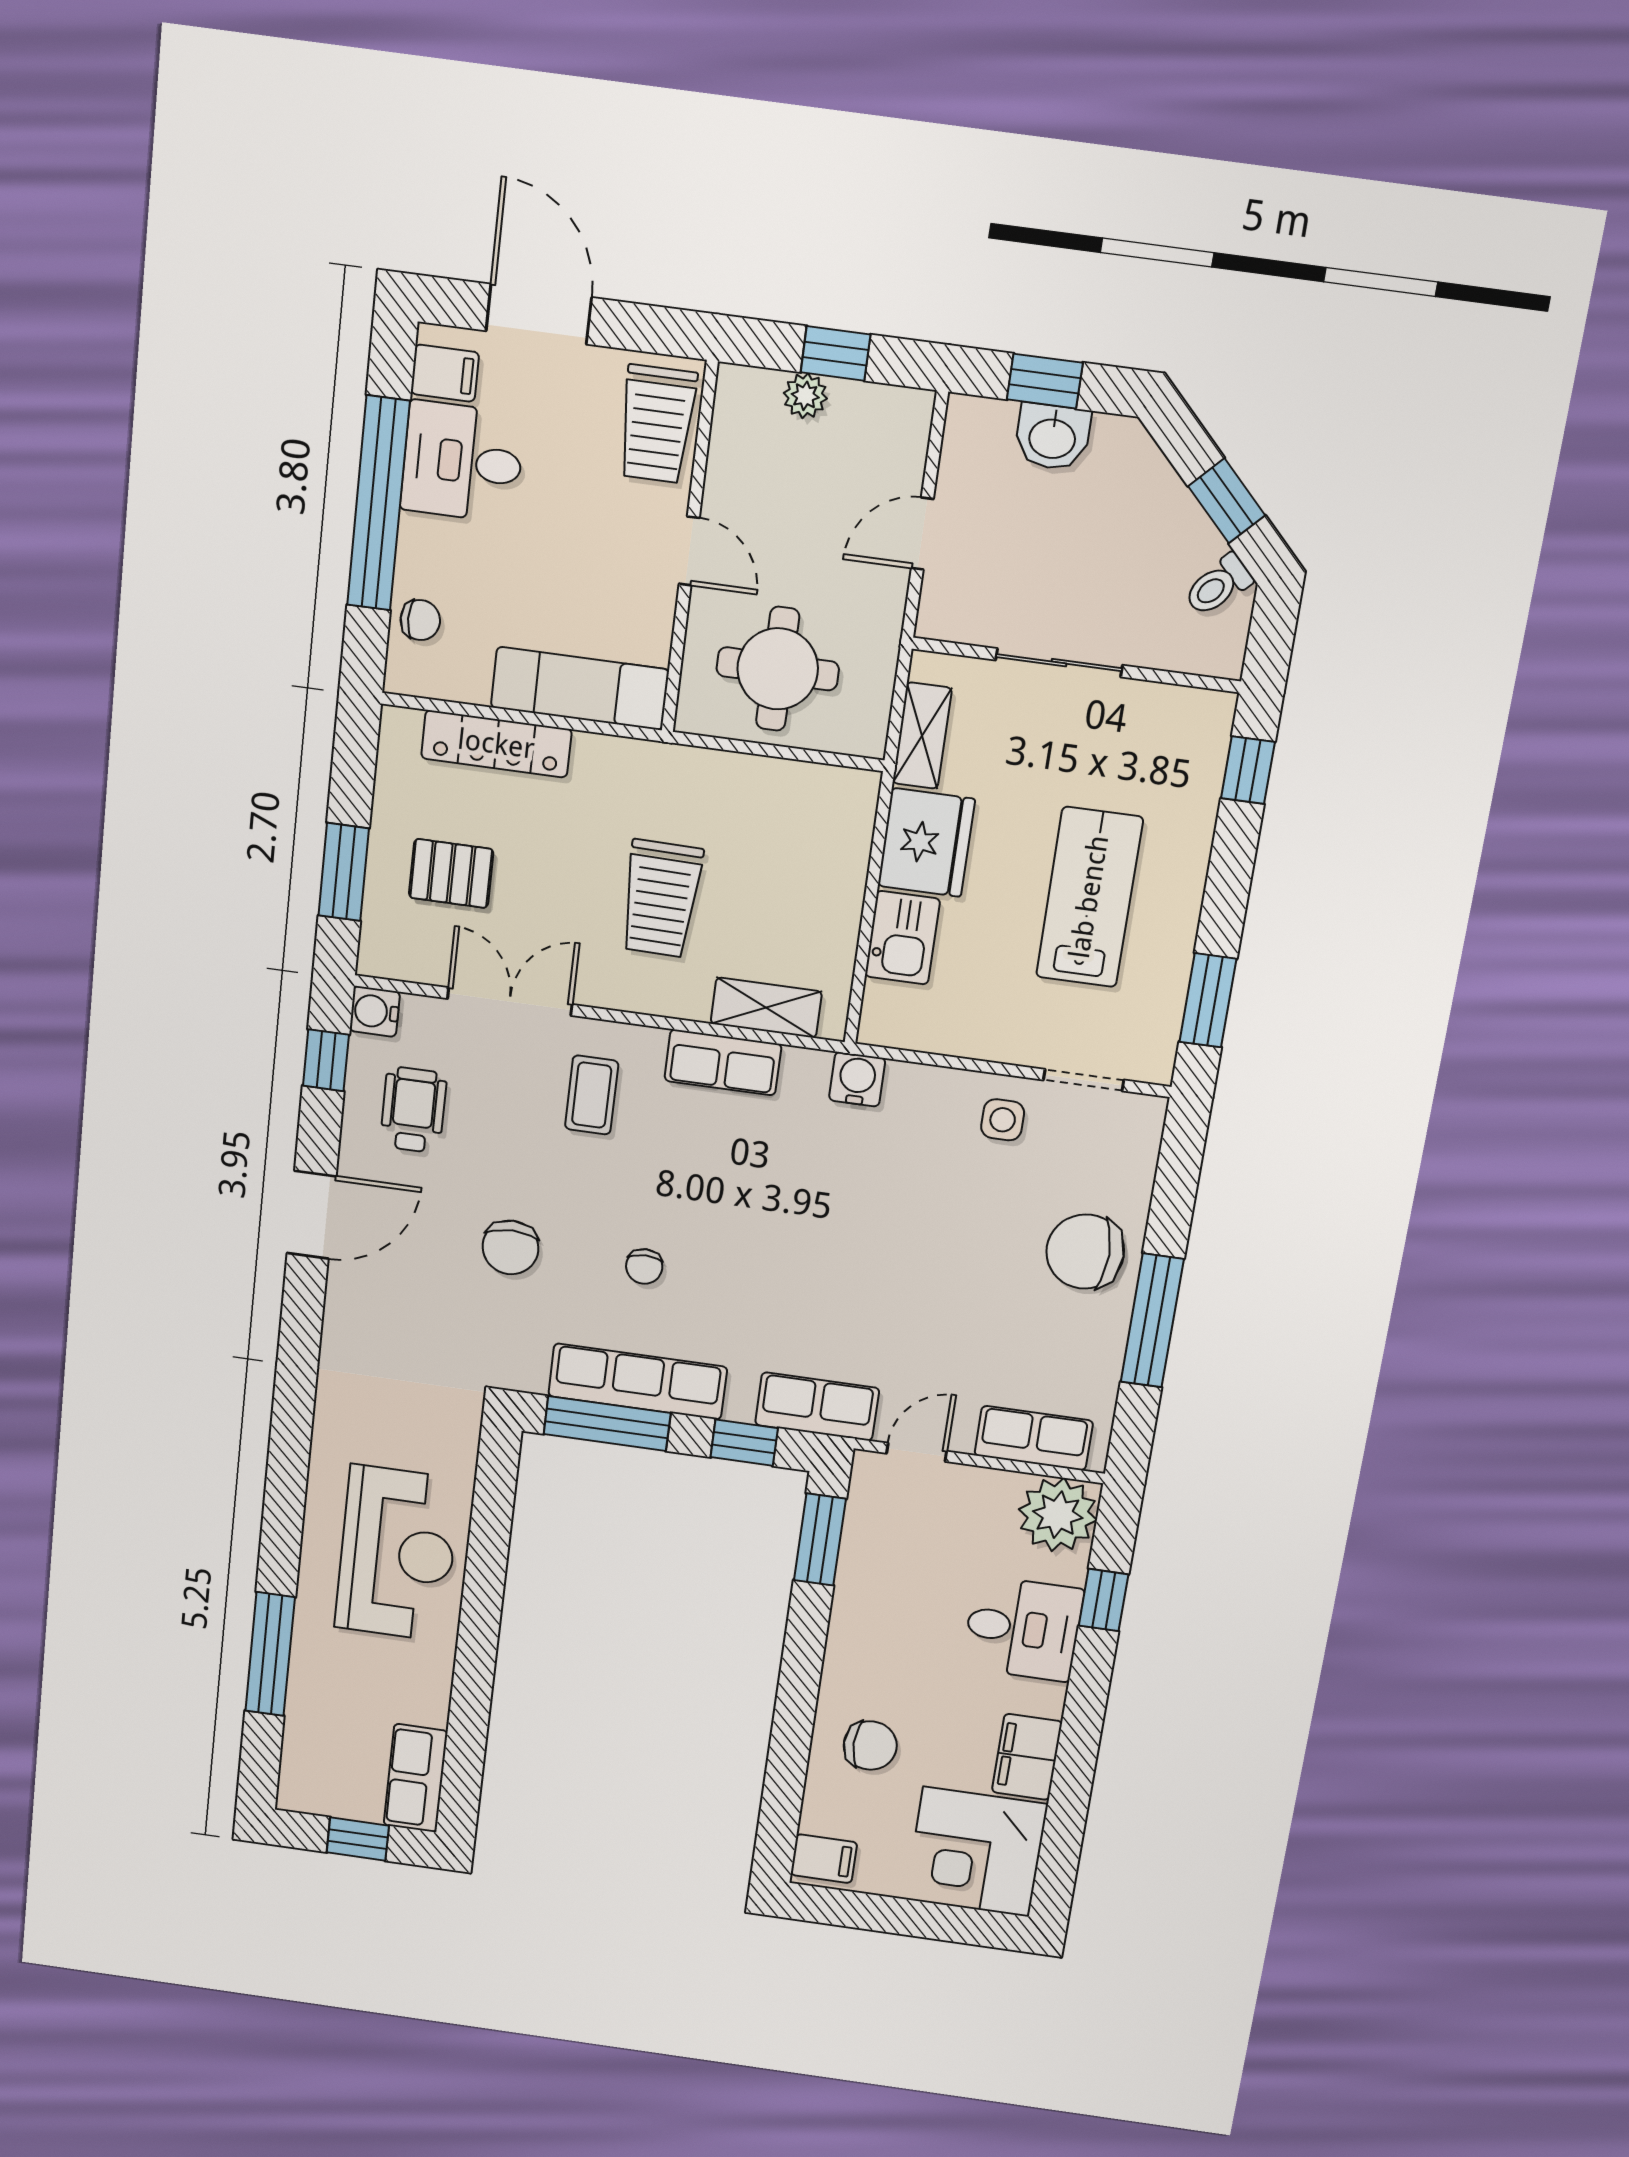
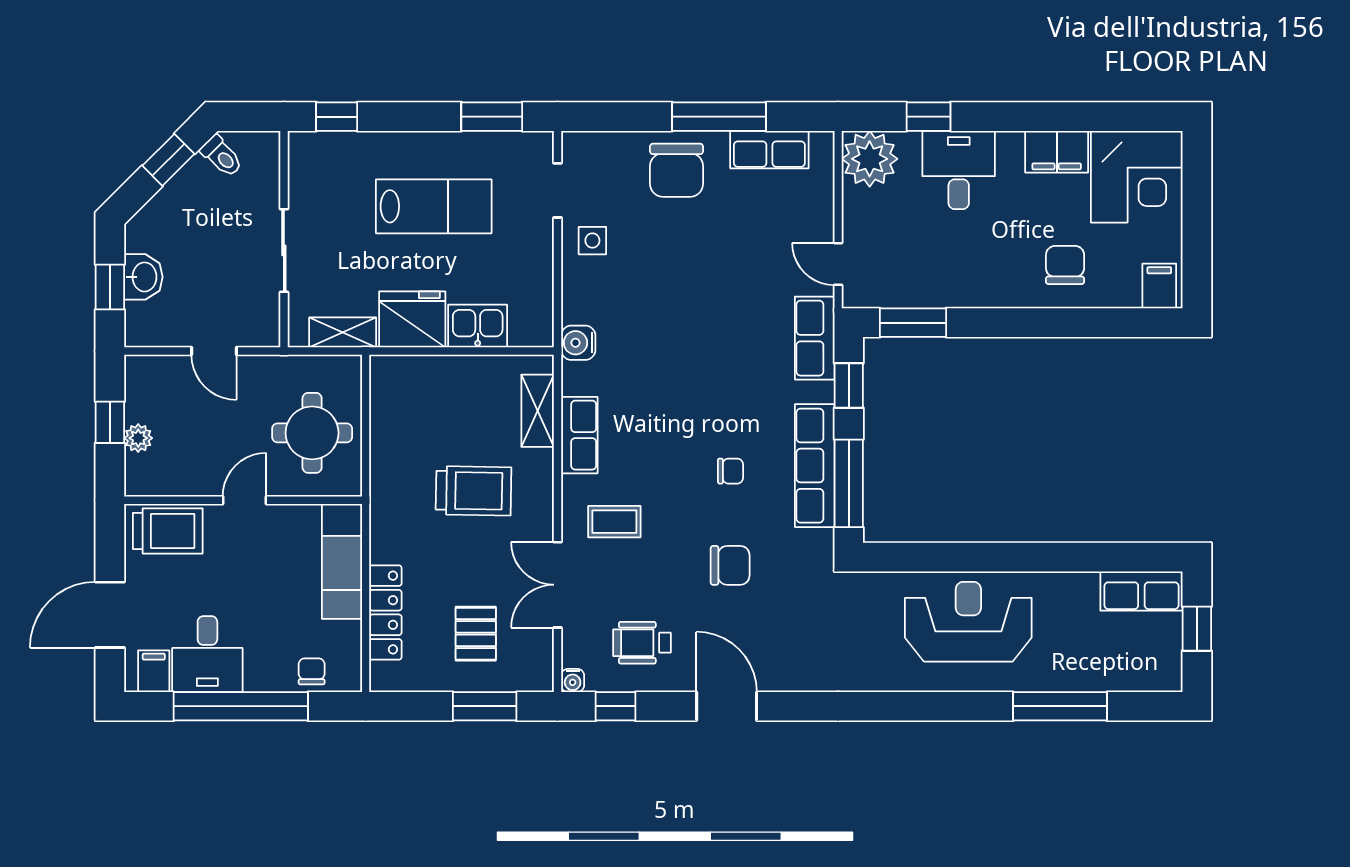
lab bench: (1089, 897) -> (434, 206), turned 180
water cooler: (375, 1011) -> (573, 680), width x0.72, depth x0.72
row of seats: (1034, 1438) -> (769, 150), moved, turned -90

